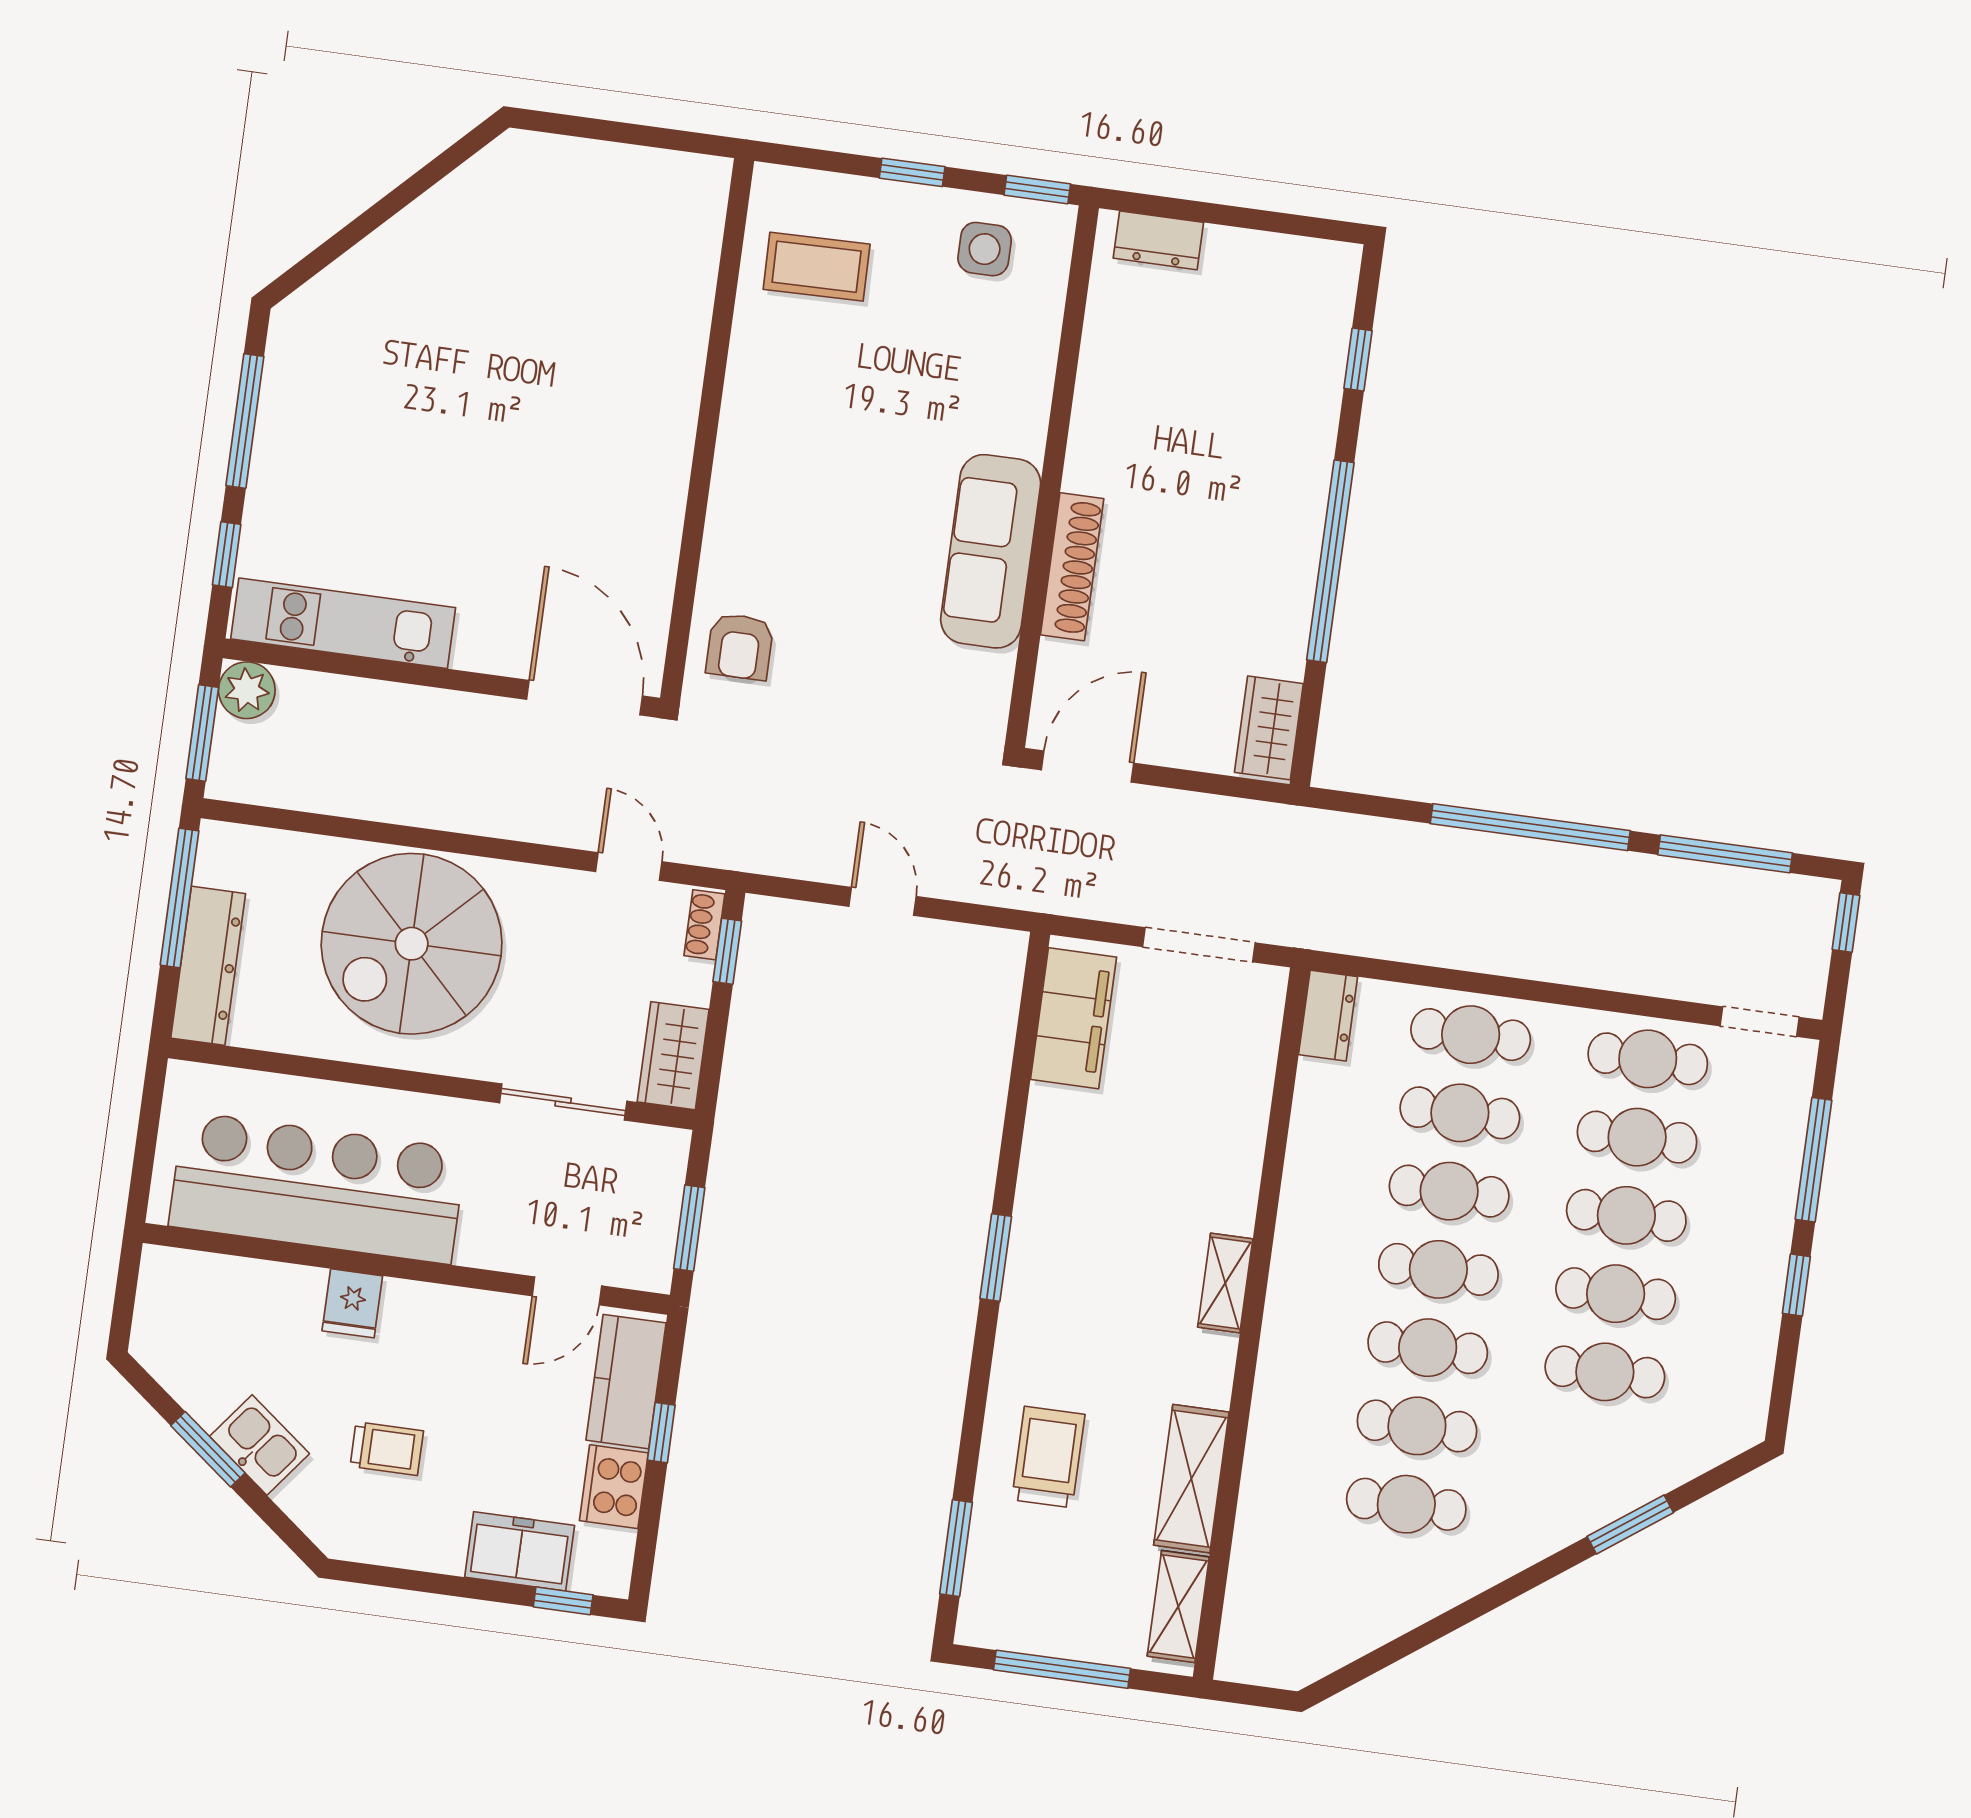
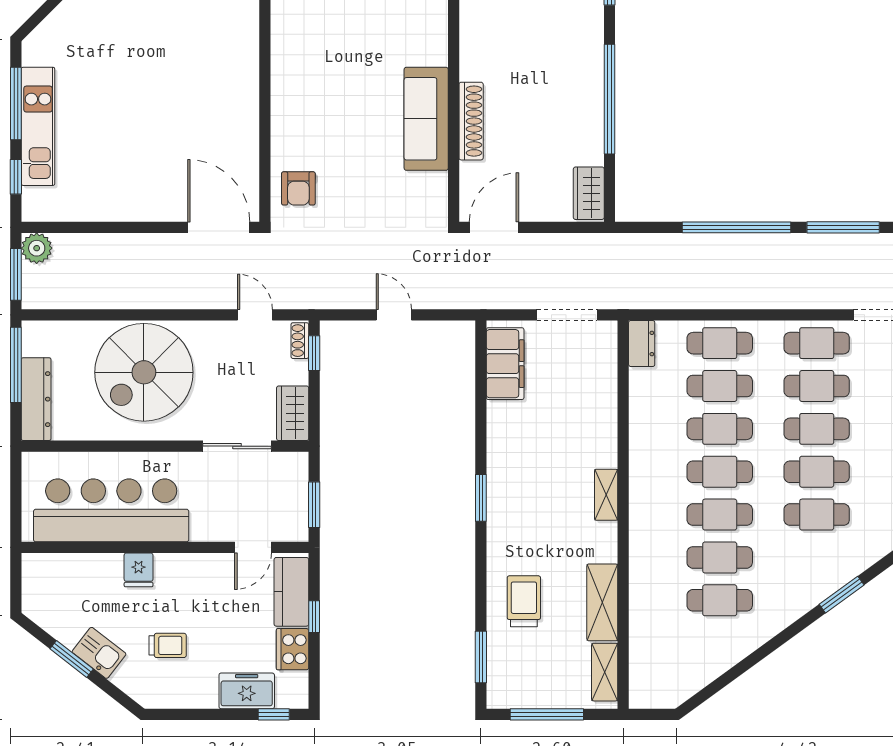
kitchen unit: (343, 623) -> (38, 126), moved, turned 90

